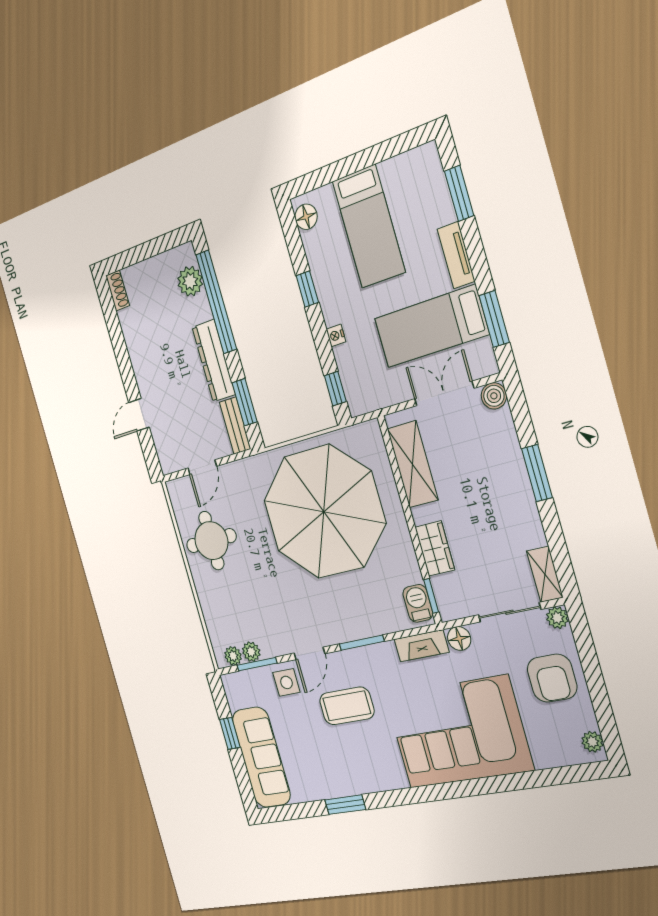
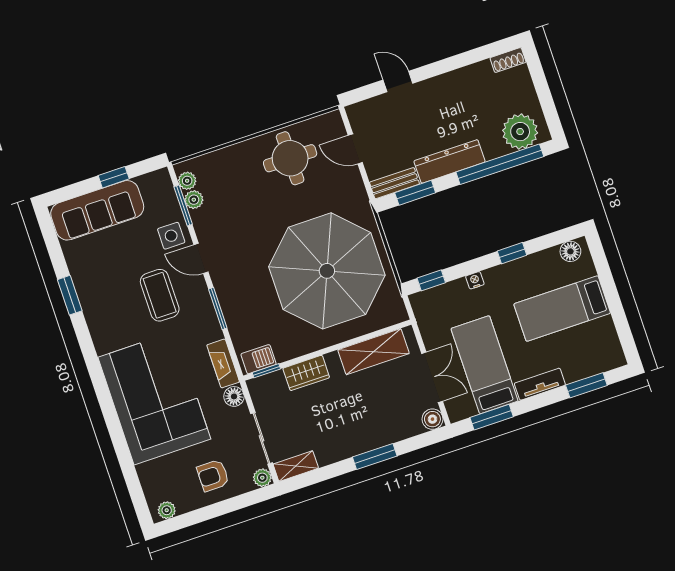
plant: (190, 281) -> (520, 132), width x1.36, depth x1.36
armchair: (552, 678) -> (213, 476), width x0.72, depth x0.72

